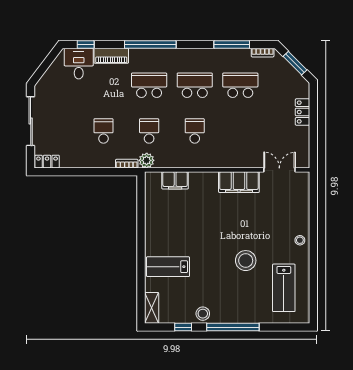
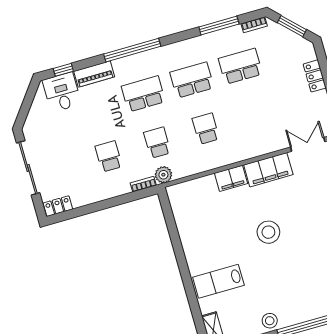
filing cabinet: (175, 180) -> (231, 178), moved
stool: (246, 261) -> (268, 232), moved

